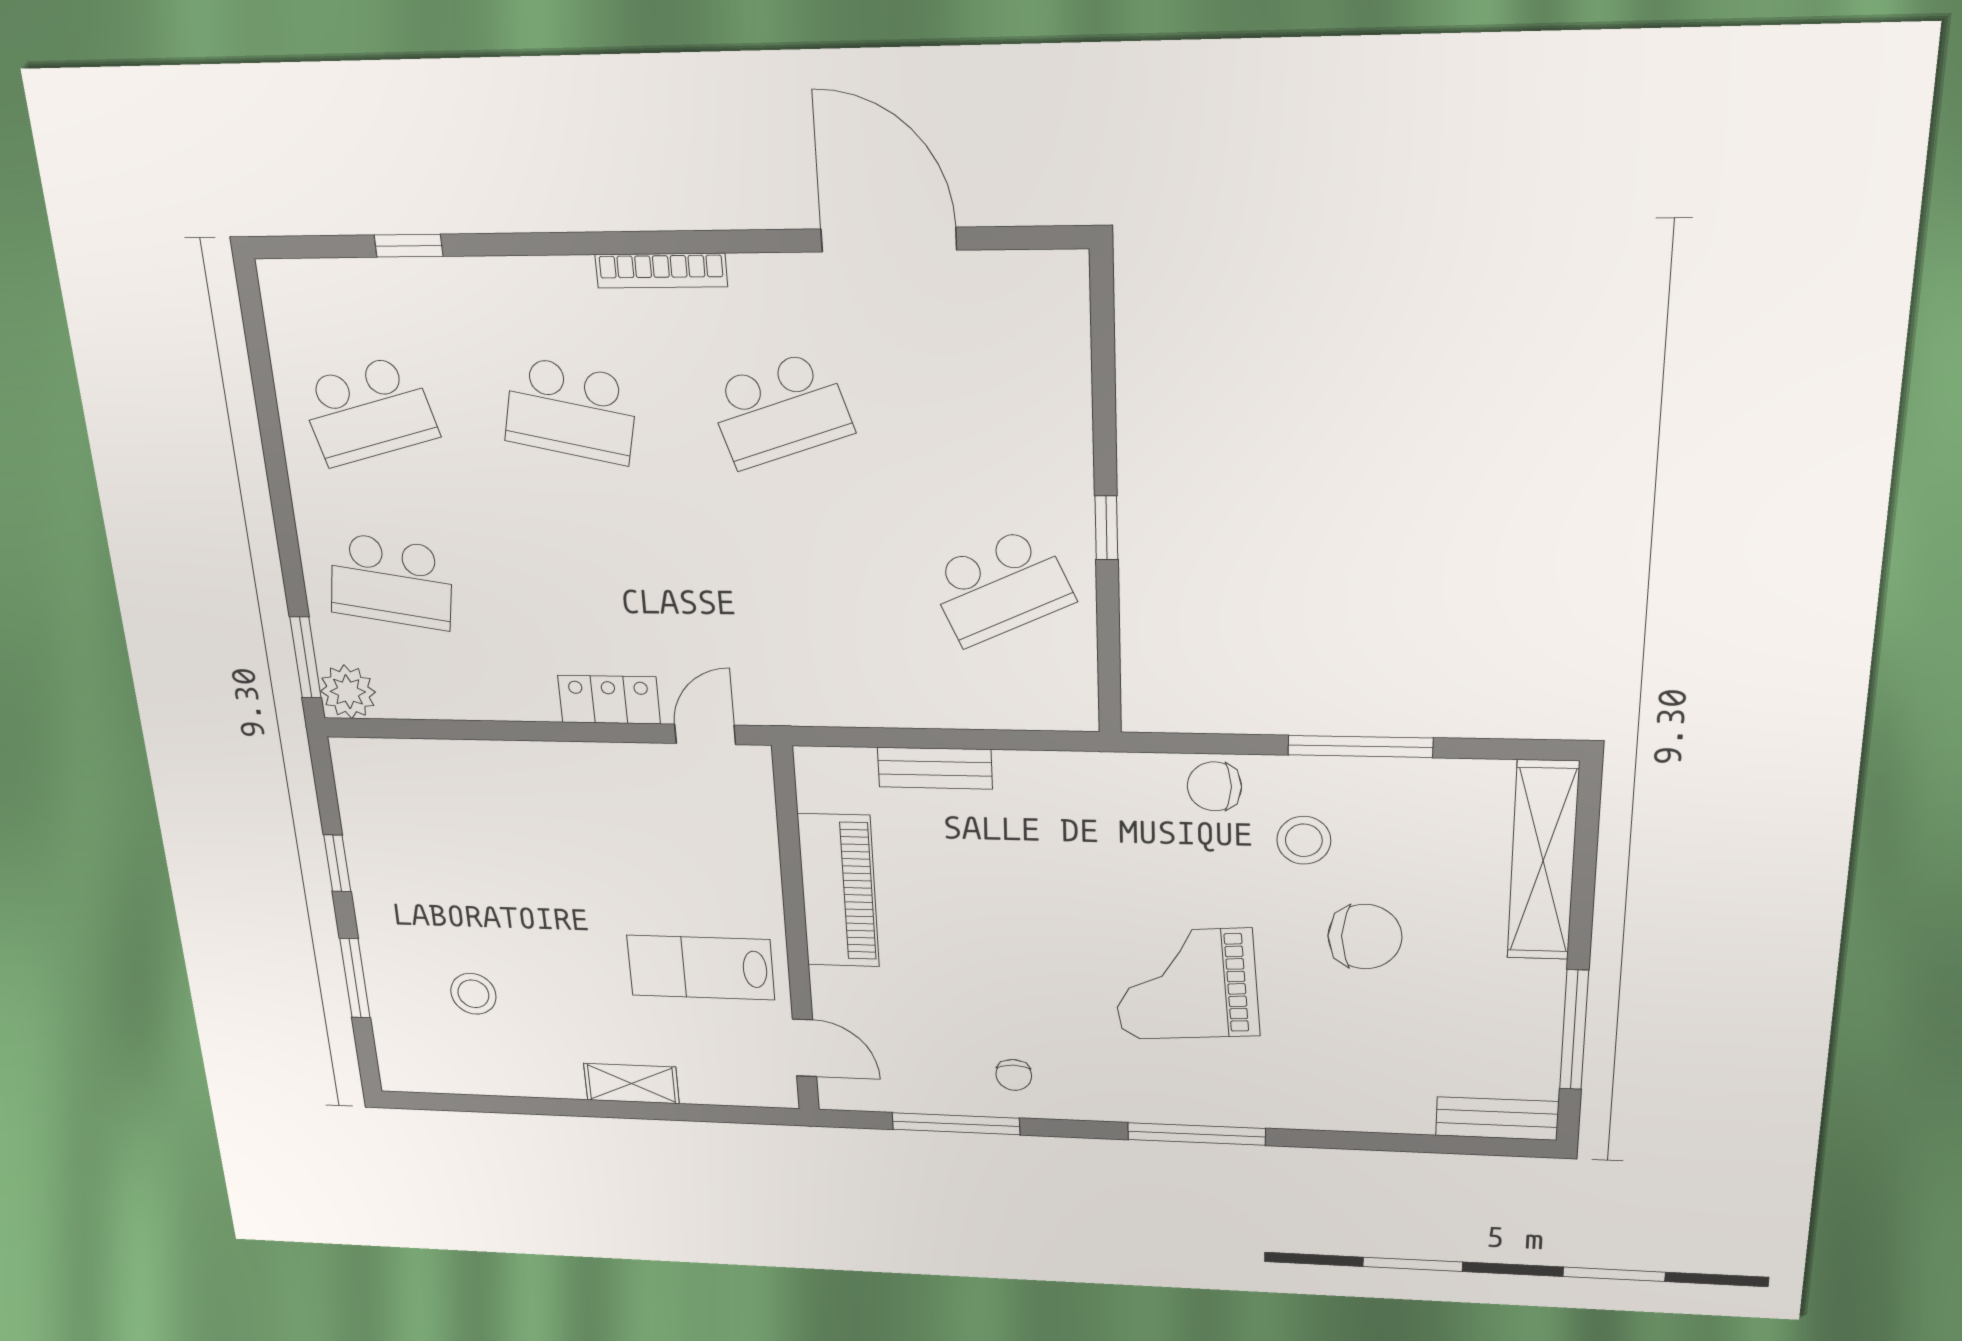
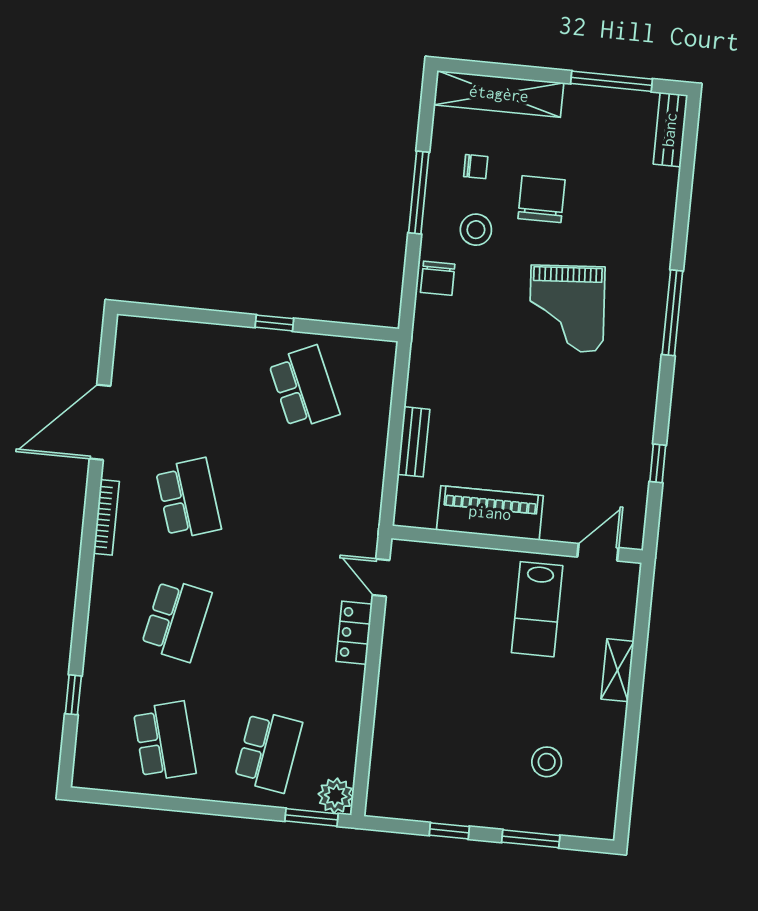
bookcase: (661, 271) -> (106, 517), moved
chair: (1014, 1075) -> (476, 167), moved
window: (956, 1124) -> (658, 463), width x0.46

